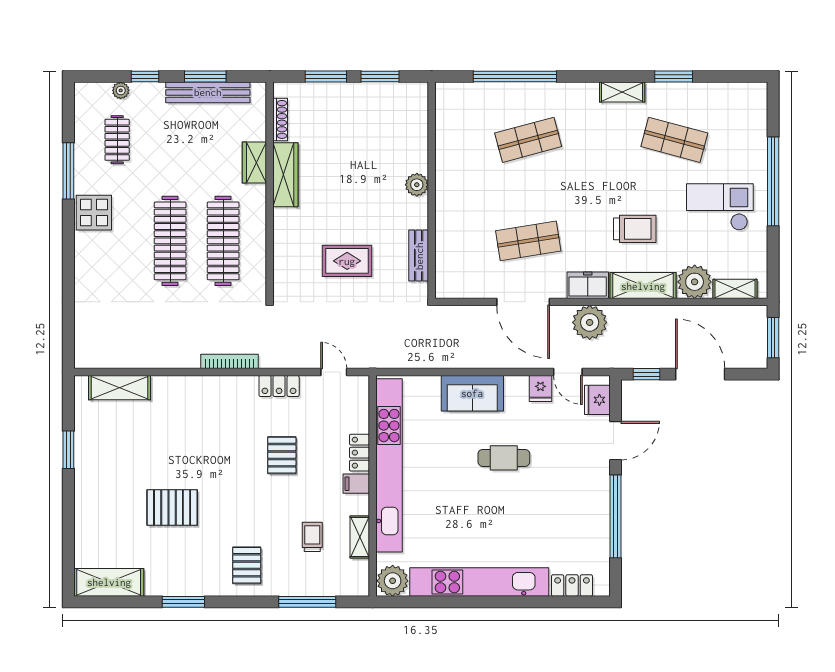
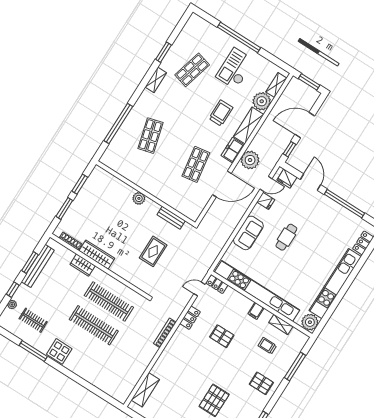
locker: (359, 453) -> (217, 284), moved

